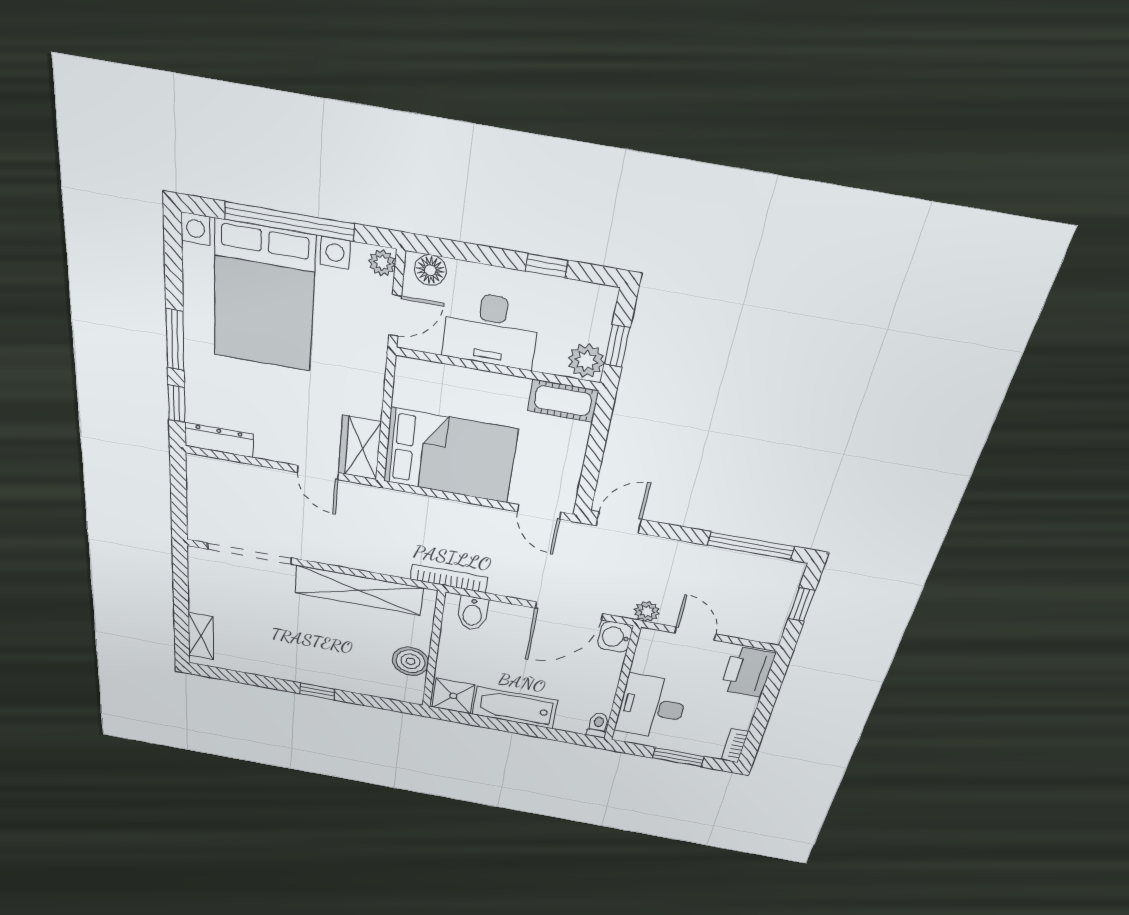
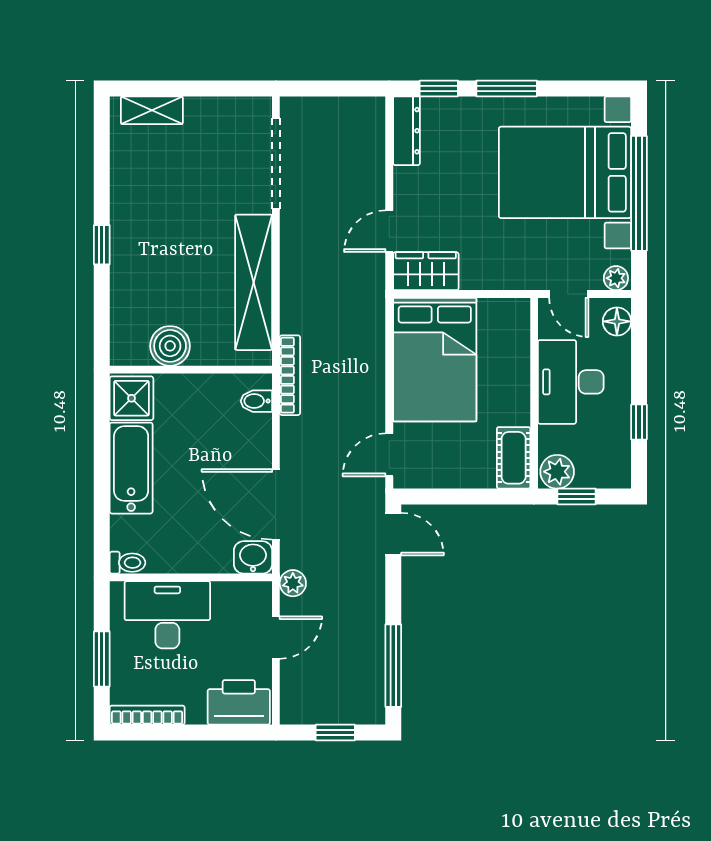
bidet: (473, 613) -> (256, 401), width x0.72, depth x0.74
bookcase: (735, 746) -> (147, 715), width x1.56

